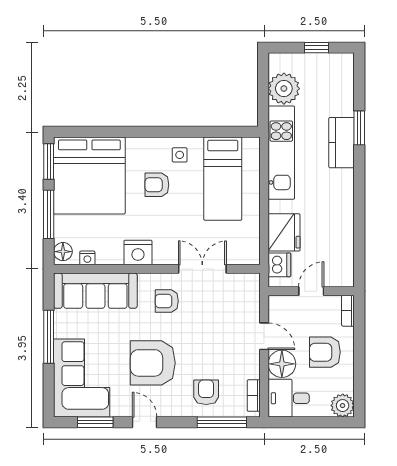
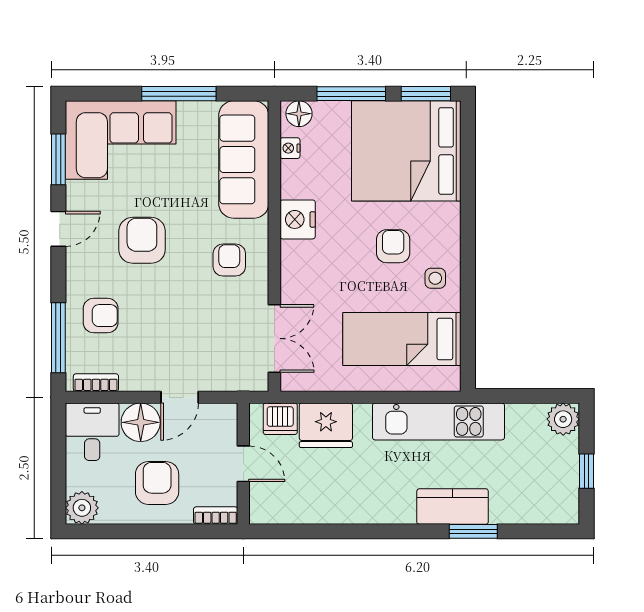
plant: (284, 89) -> (563, 419), moved, width x0.73, depth x0.73
double door: (202, 269) -> (274, 338), moved
armchair: (153, 363) -> (142, 240), width x0.73, depth x0.73

